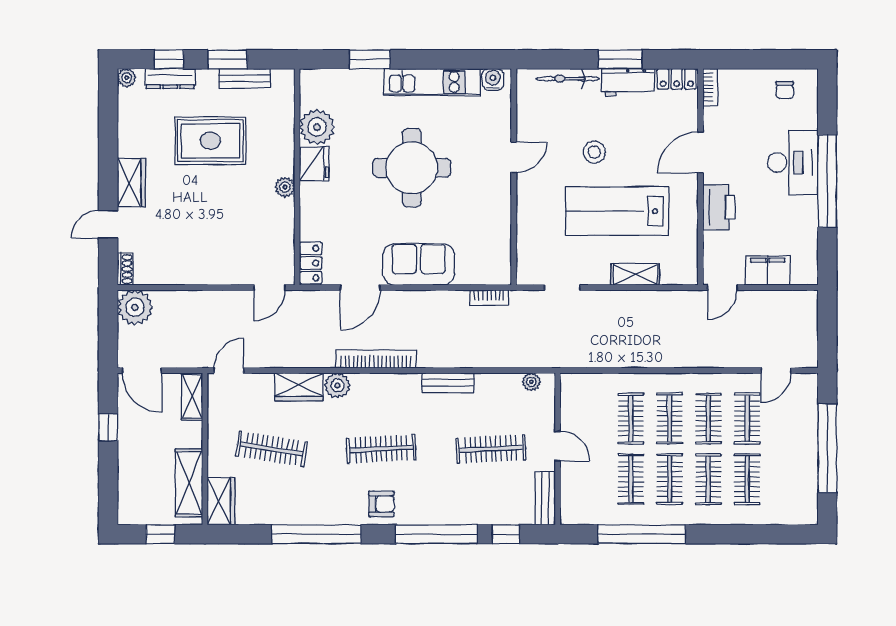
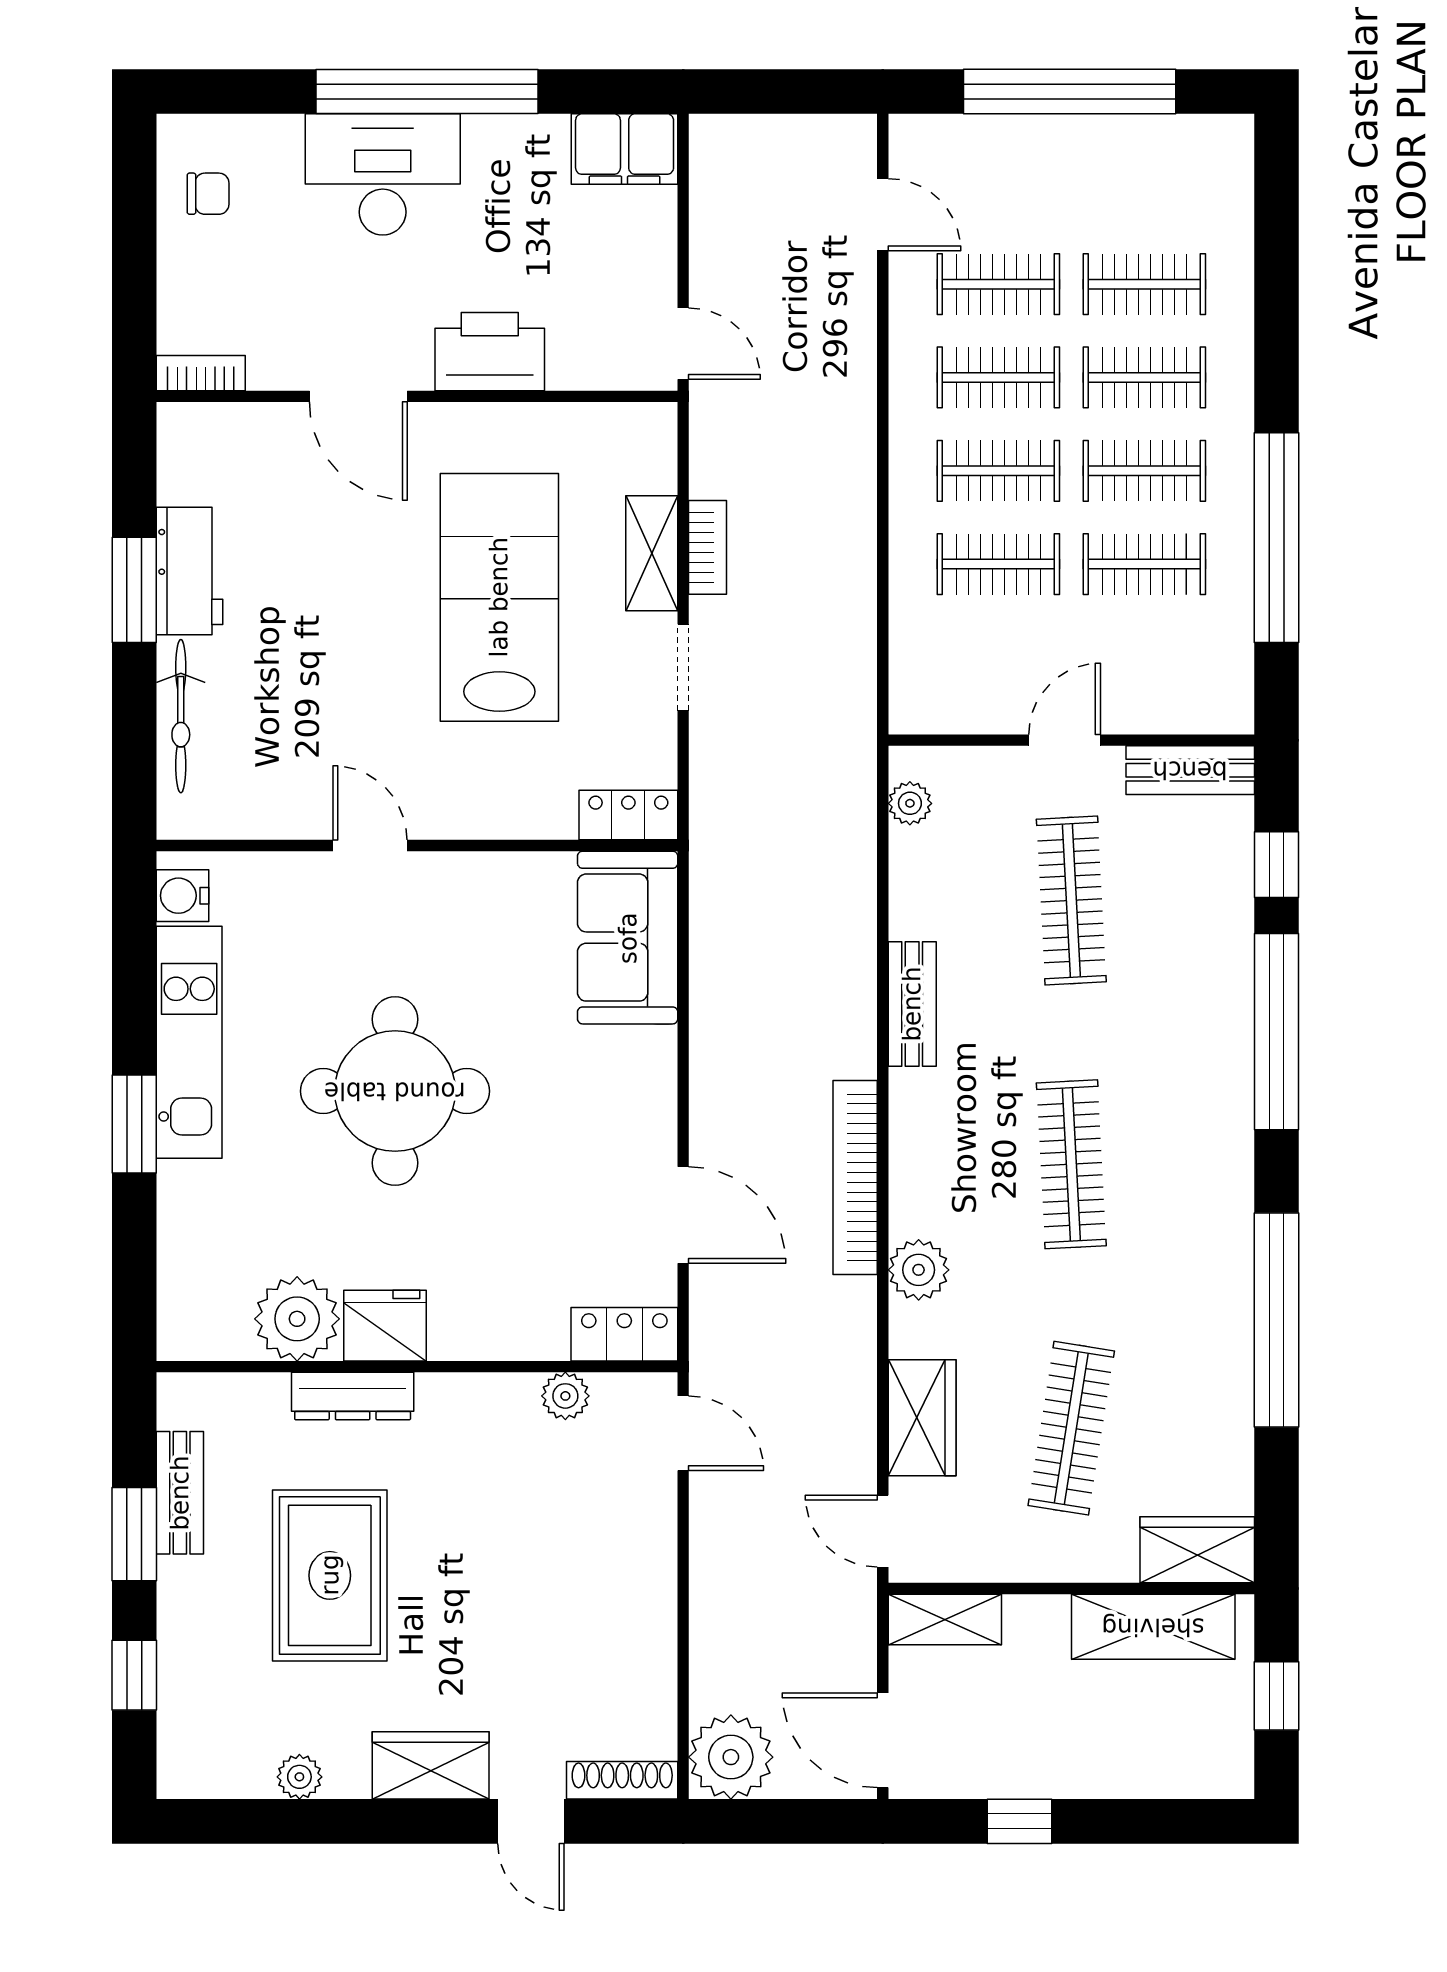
window: (370, 59) -> (134, 1124), moved
plant: (127, 78) -> (299, 1777), moved
dresser: (170, 78) -> (353, 1396), moved, turned 90
locker: (677, 79) -> (628, 815), moved, turned -90
stool: (594, 152) -> (357, 652), removed
plant: (285, 187) -> (565, 1396), moved
lab bench: (617, 211) -> (499, 597), turned 180
sofa: (419, 264) -> (628, 938), moved
shoe rack: (125, 269) -> (622, 1780), width x1.43
filing cabinet: (768, 271) -> (625, 149), moved, turned -90
doorway: (562, 288) -> (683, 667), moved
bookcase: (489, 298) -> (708, 547), moved
door: (142, 371) -> (883, 1740), swing flipped
wardrobe: (299, 387) -> (922, 1418), moved
armchair: (381, 504) -> (1204, 1164), removed

